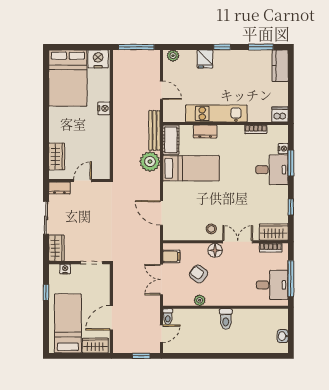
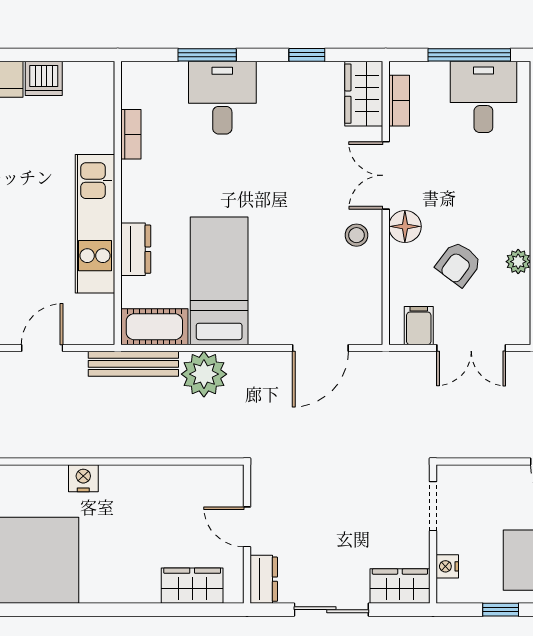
dishwasher: (280, 115) -> (44, 78), moved, turned -90
nightstand: (283, 149) -> (174, 72), removed

